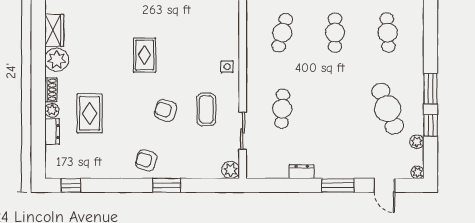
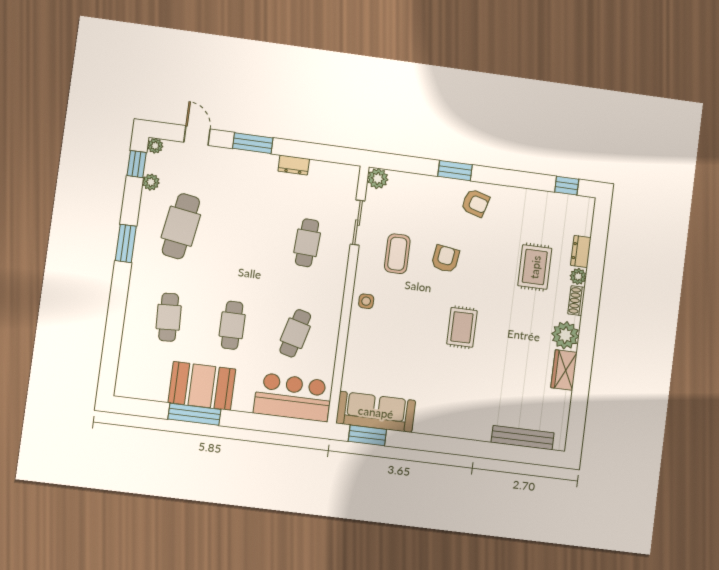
cafe table: (388, 109) -> (181, 226), turned 30
armchair: (166, 110) -> (445, 259), turned -100
window: (430, 125) -> (137, 164), moved

